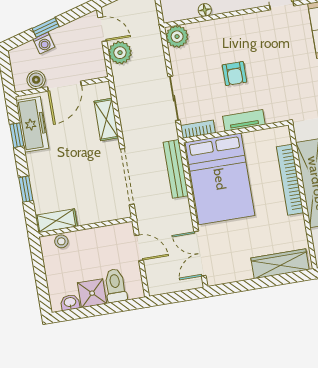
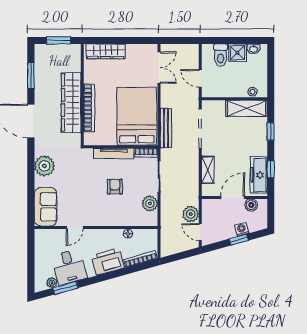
plant: (177, 37) -> (150, 203), moved
tv unit: (244, 120) -> (114, 153), width x1.41
shelving: (56, 221) -> (247, 108), width x1.50, depth x1.33

